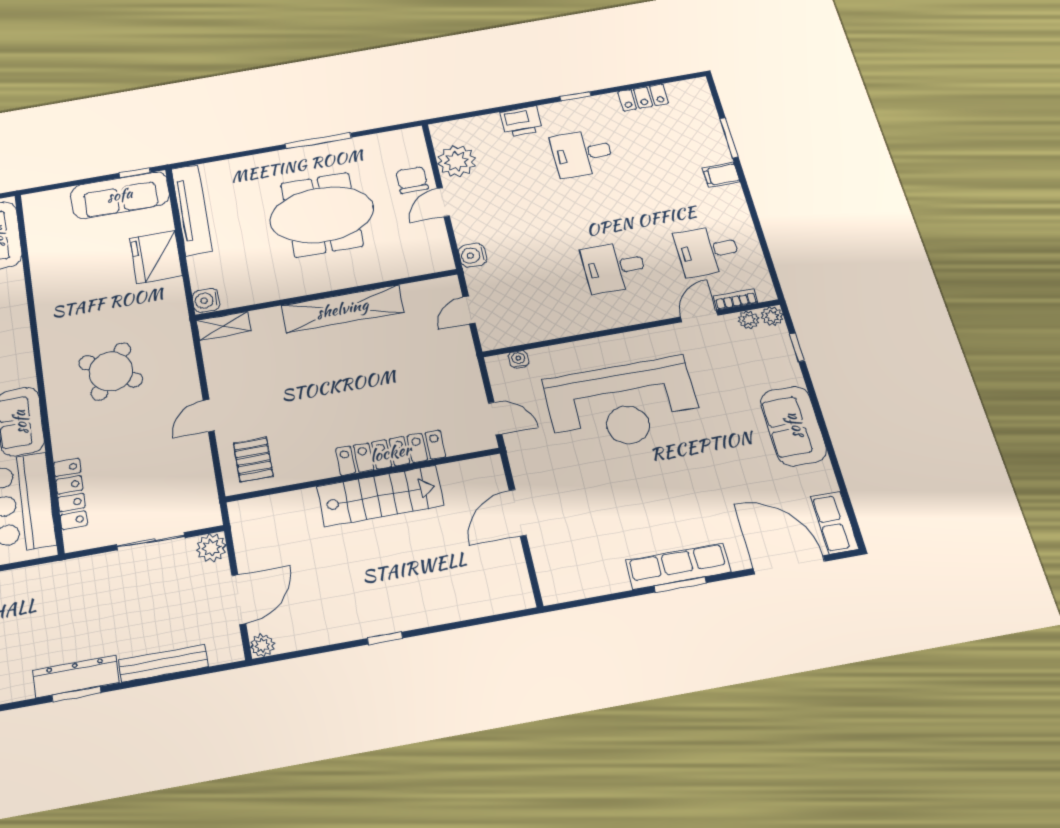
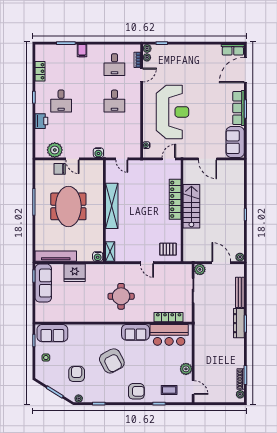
door: (699, 316) -> (142, 75), swing flipped
round table: (111, 371) -> (121, 296), turned -33
sofa: (793, 426) -> (235, 142), moved, turned 90

